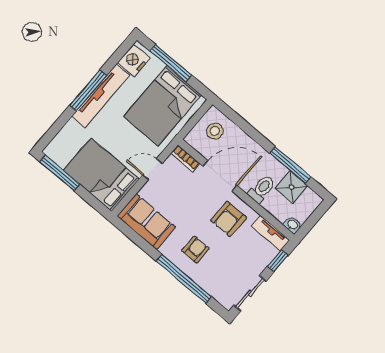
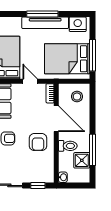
window: (171, 63) -> (93, 55), moved
armchair: (229, 219) -> (38, 142), turned -90
tv unit: (270, 233) -> (49, 170), removed

